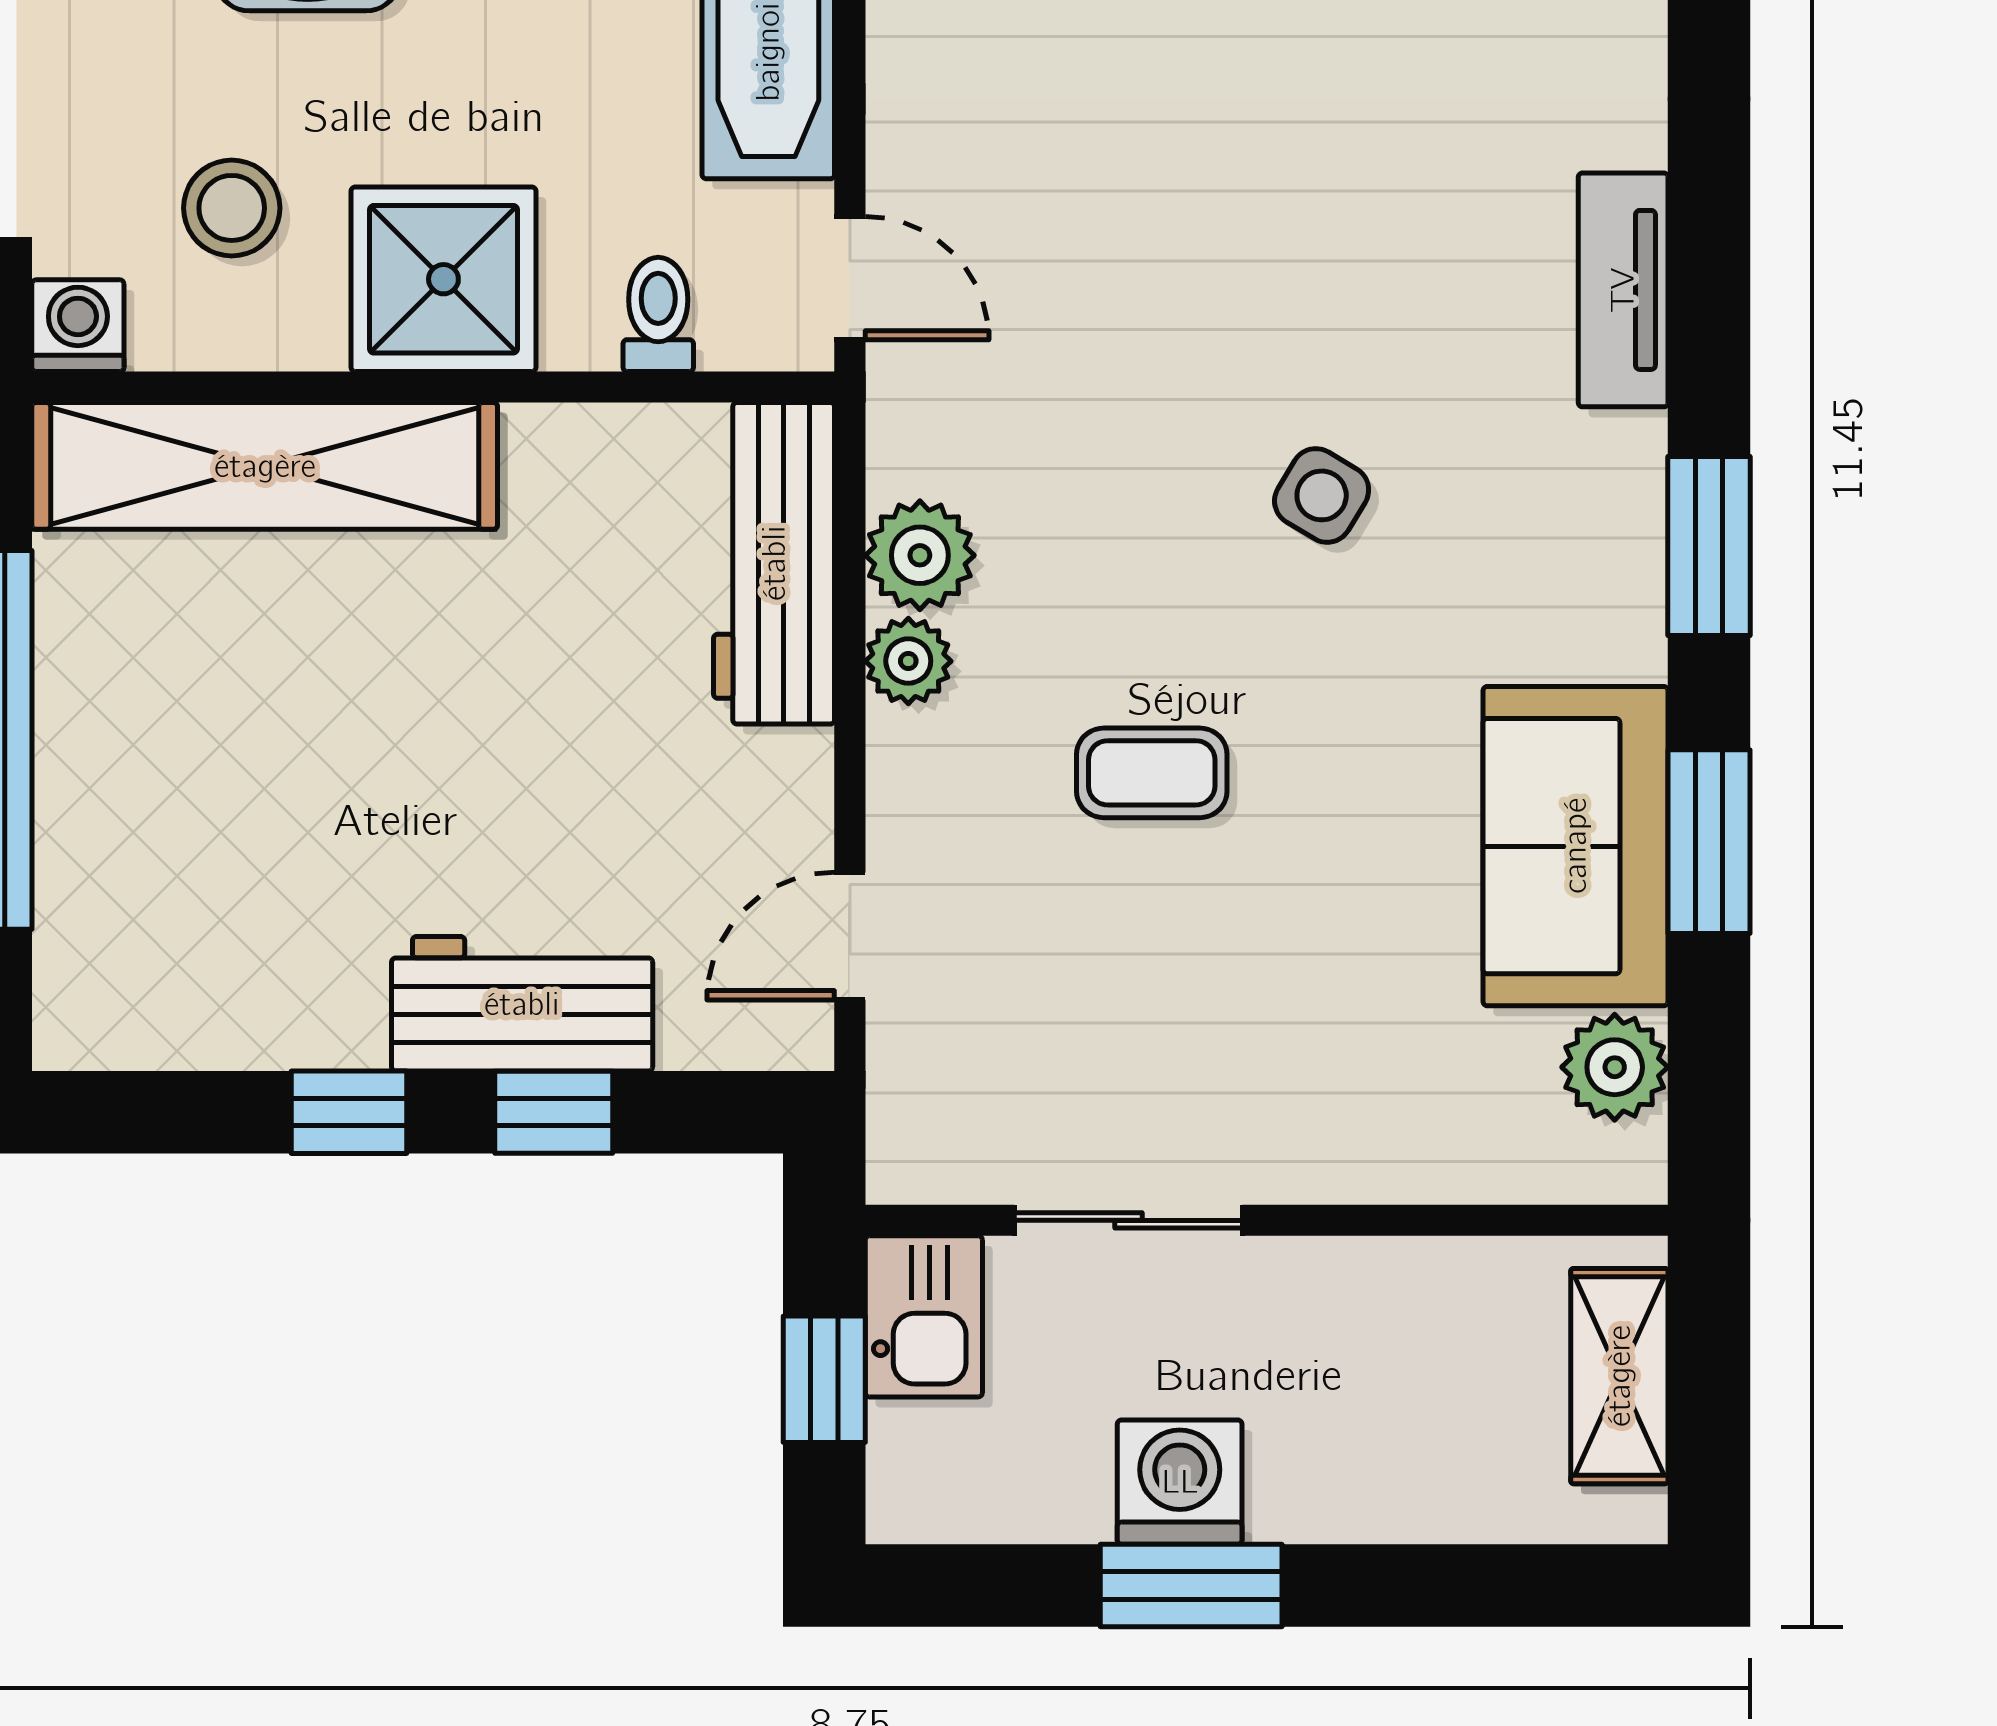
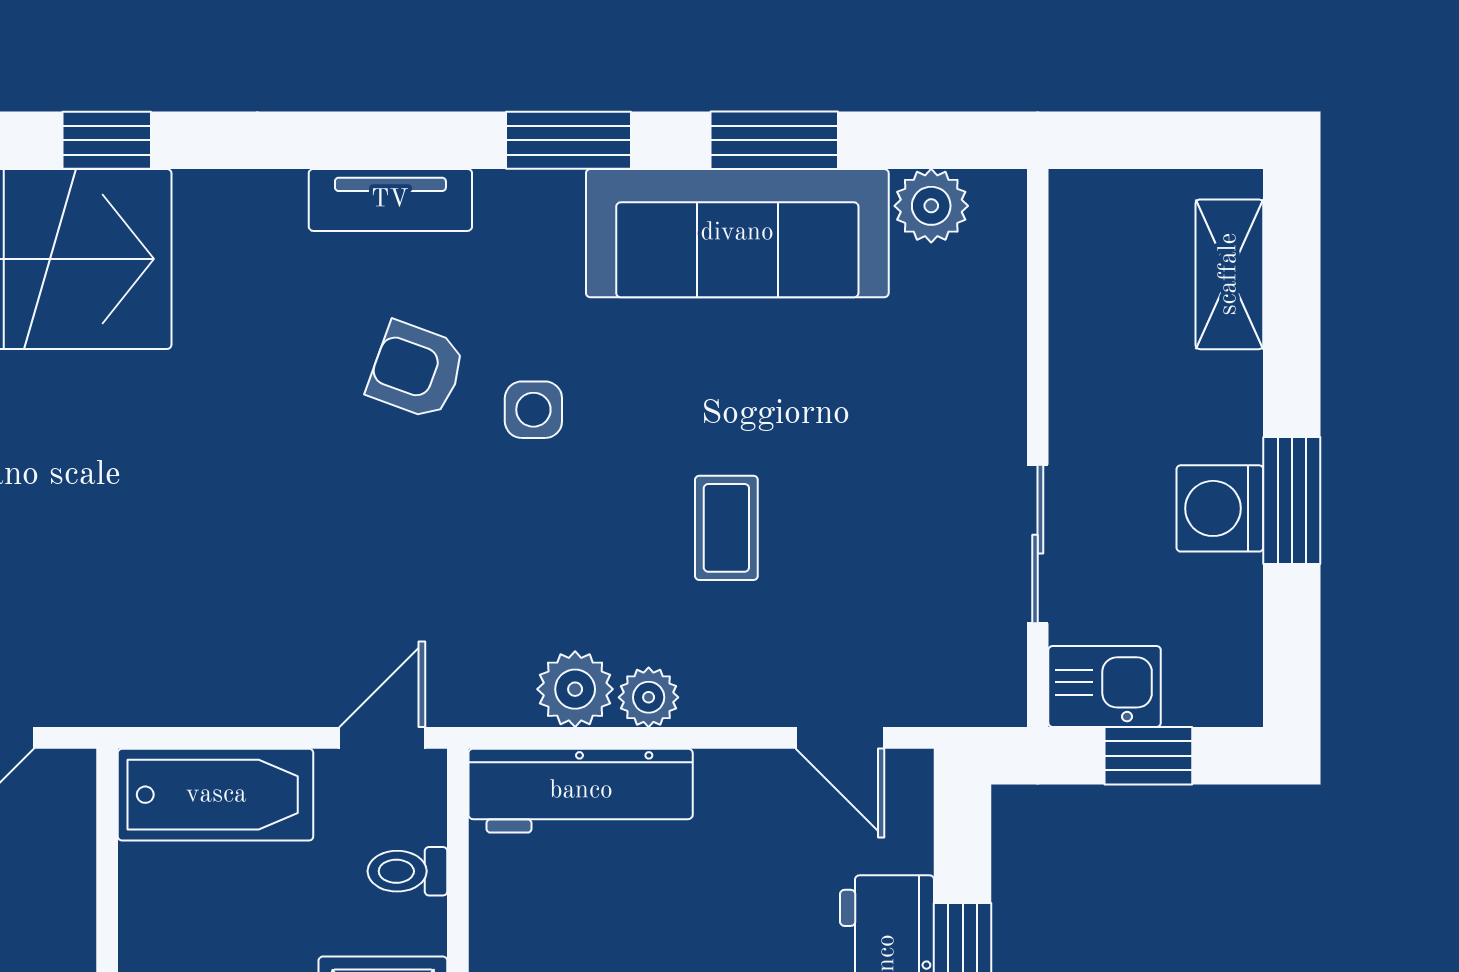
armchair: (1378, 327) -> (416, 370), added
side table: (1322, 495) -> (533, 410), turned -31
sofa: (1575, 846) -> (737, 233), width x1.36
shelving: (1619, 1376) -> (1229, 274), moved, turned 90

